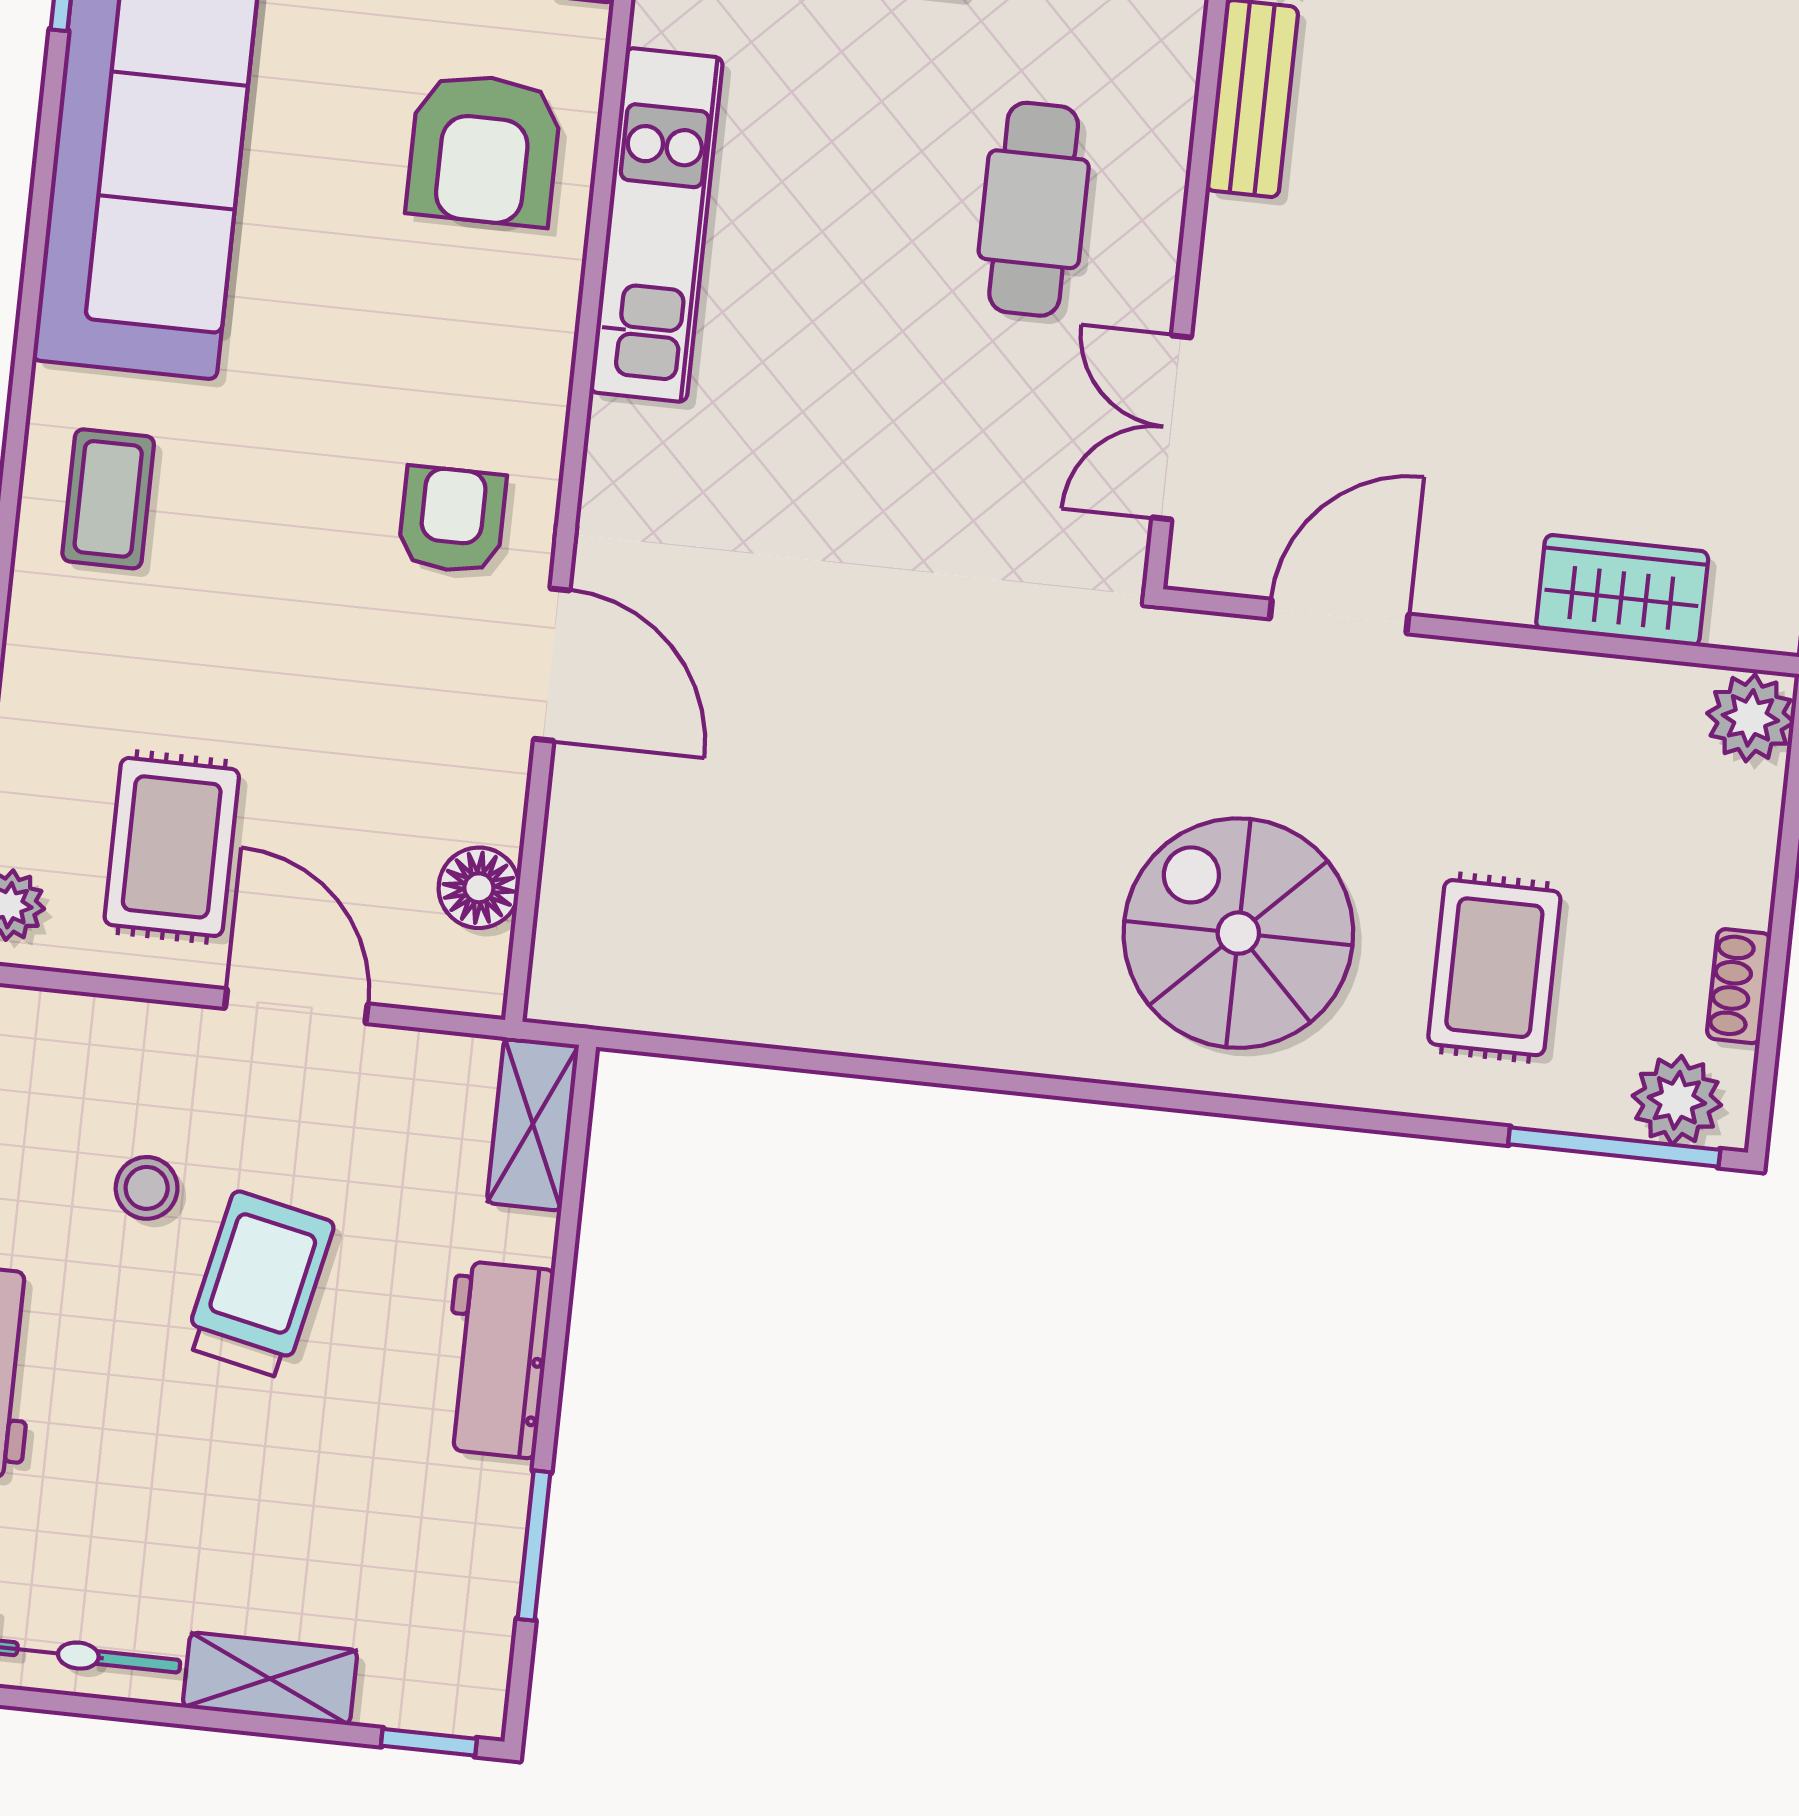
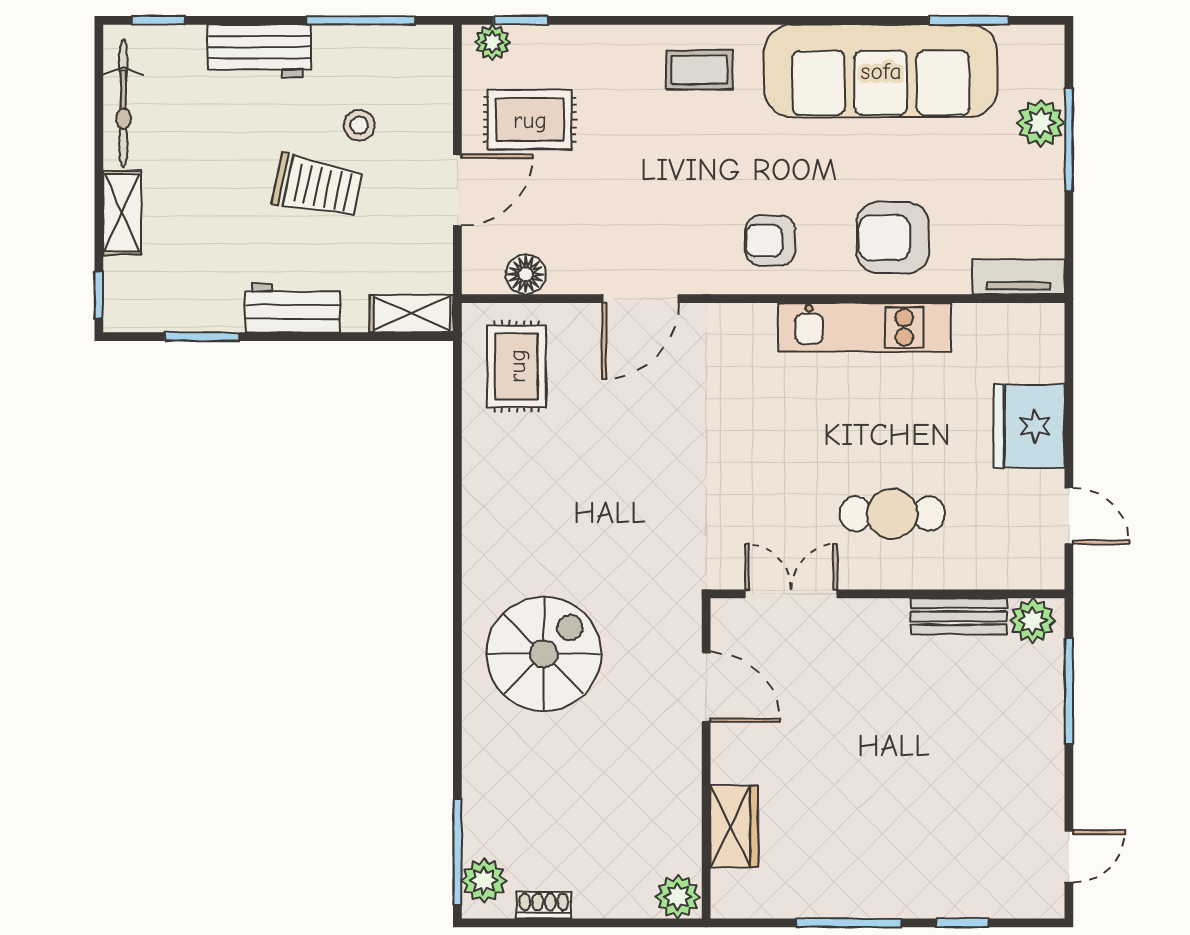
armchair: (452, 520) -> (770, 241), moved, turned 180
rug: (1494, 968) -> (517, 366), moved, turned 90

